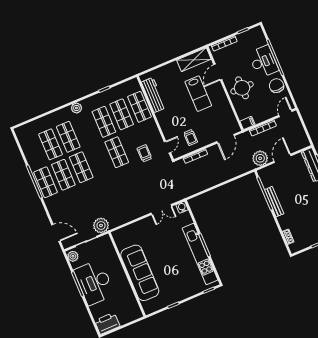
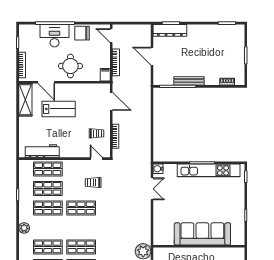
plant: (260, 158) -> (143, 77), removed

